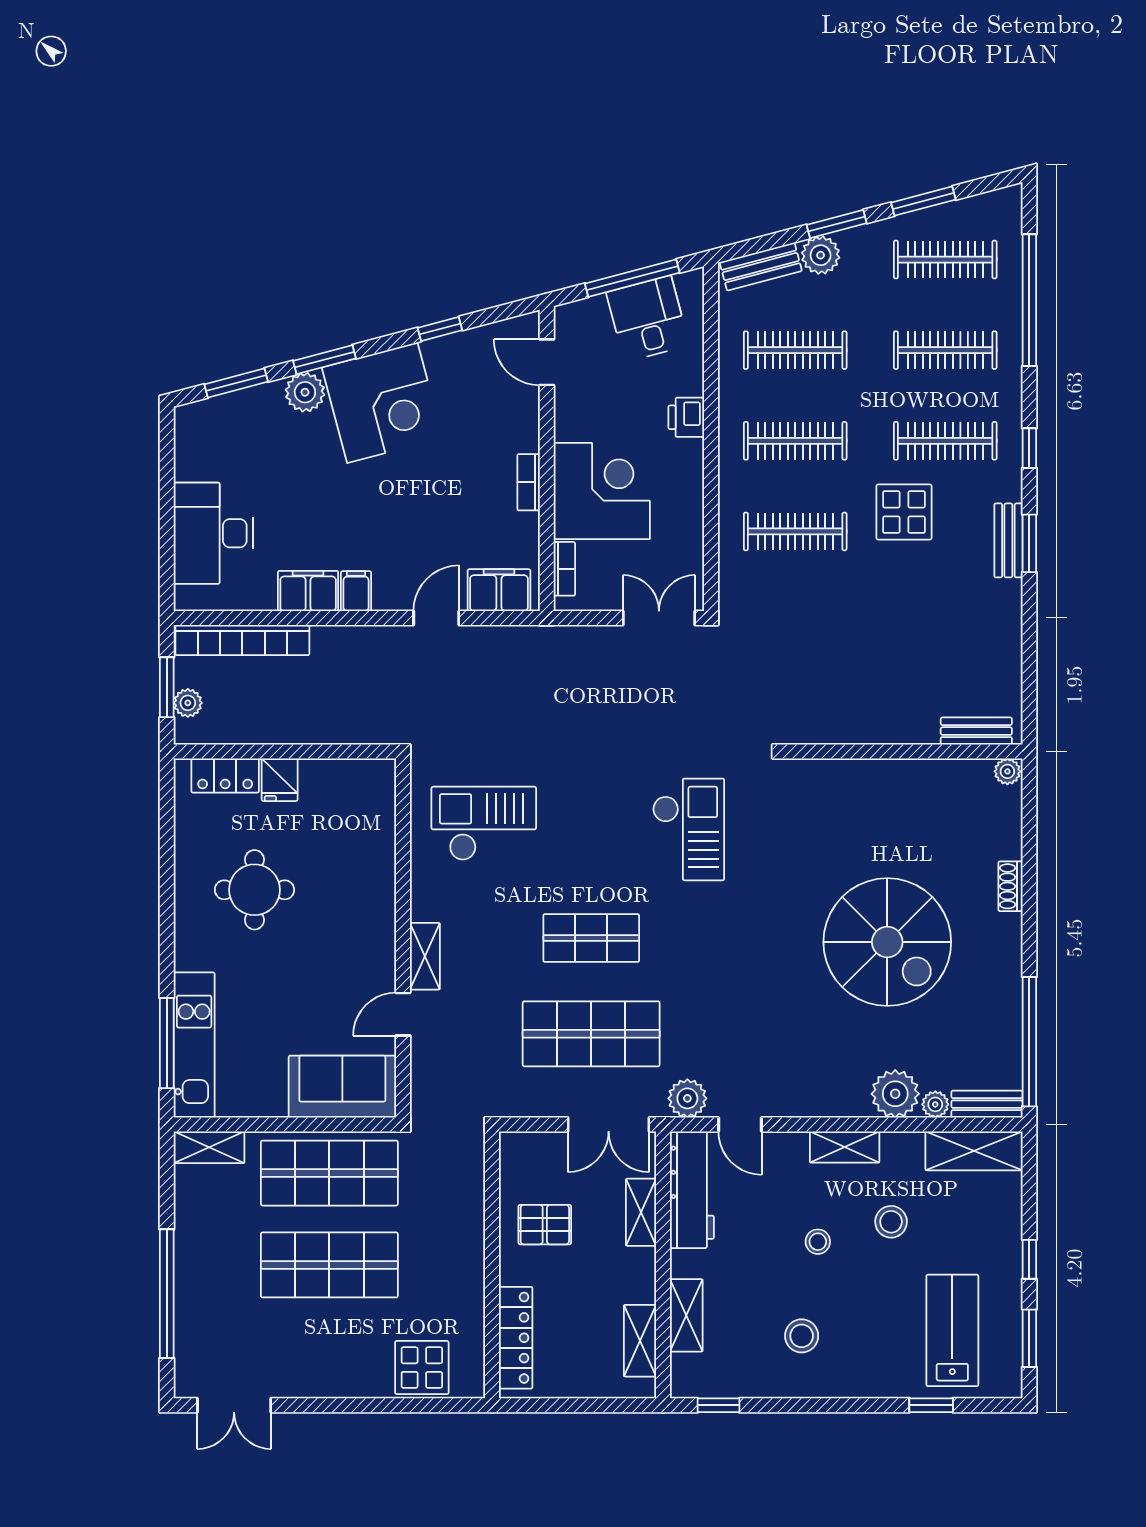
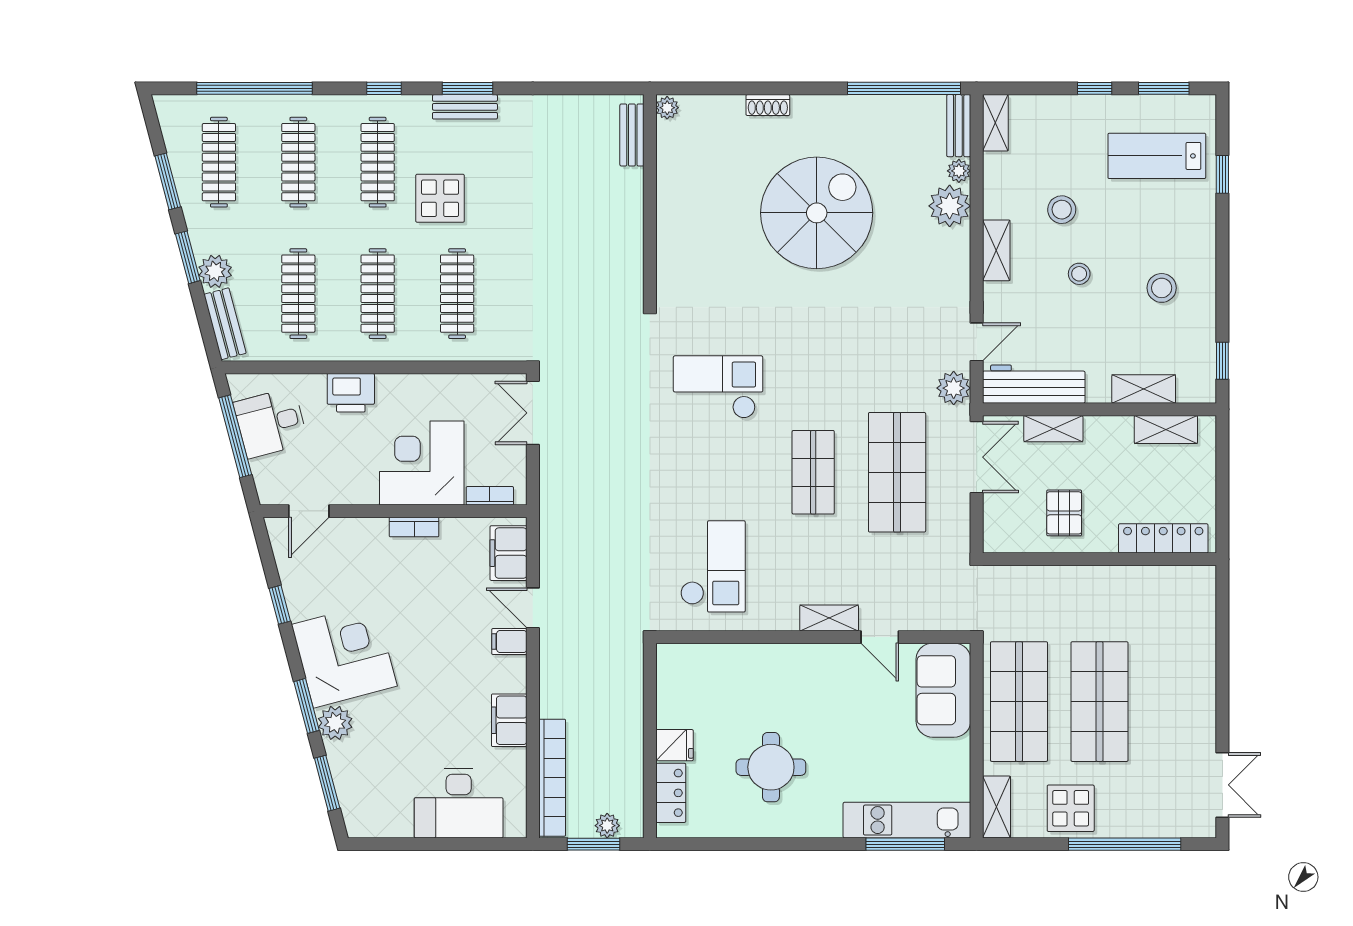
printer: (686, 417) -> (351, 393), width x1.36, depth x1.24
filing cabinet: (356, 591) -> (509, 641), moved
checkout: (484, 824) -> (713, 566), turned 180
shelving: (974, 1151) -> (995, 123), width x0.67, depth x0.75
display table: (422, 1368) -> (1071, 808), moved

